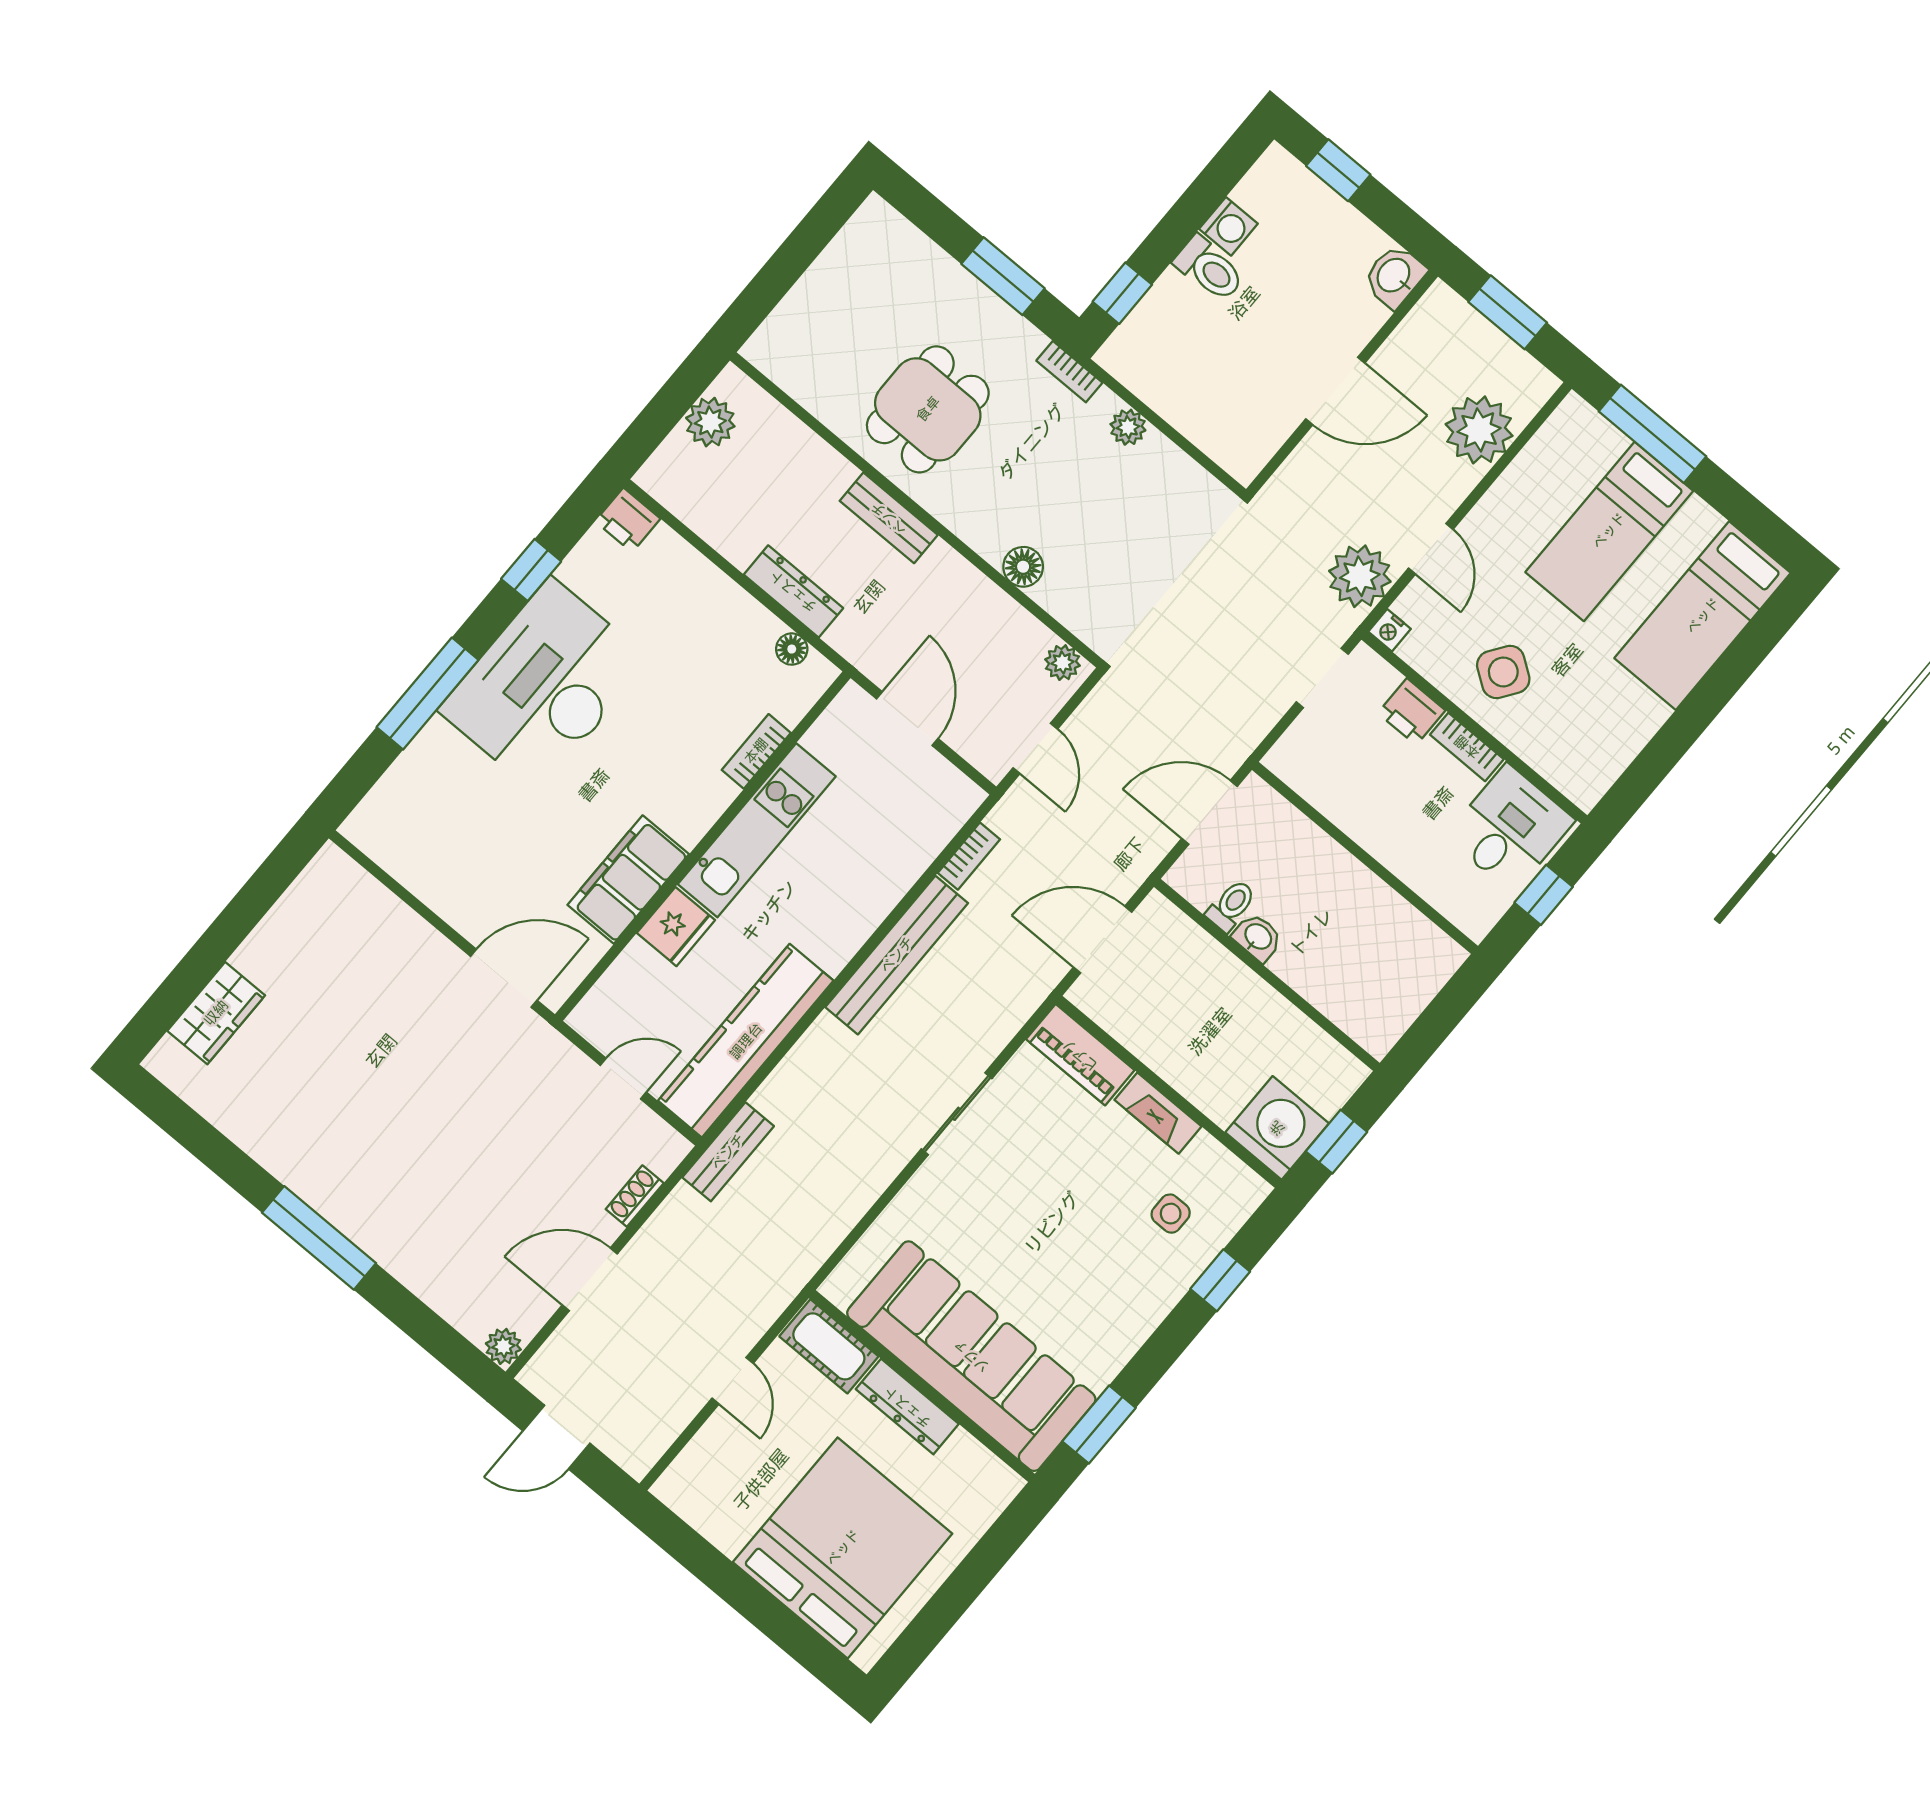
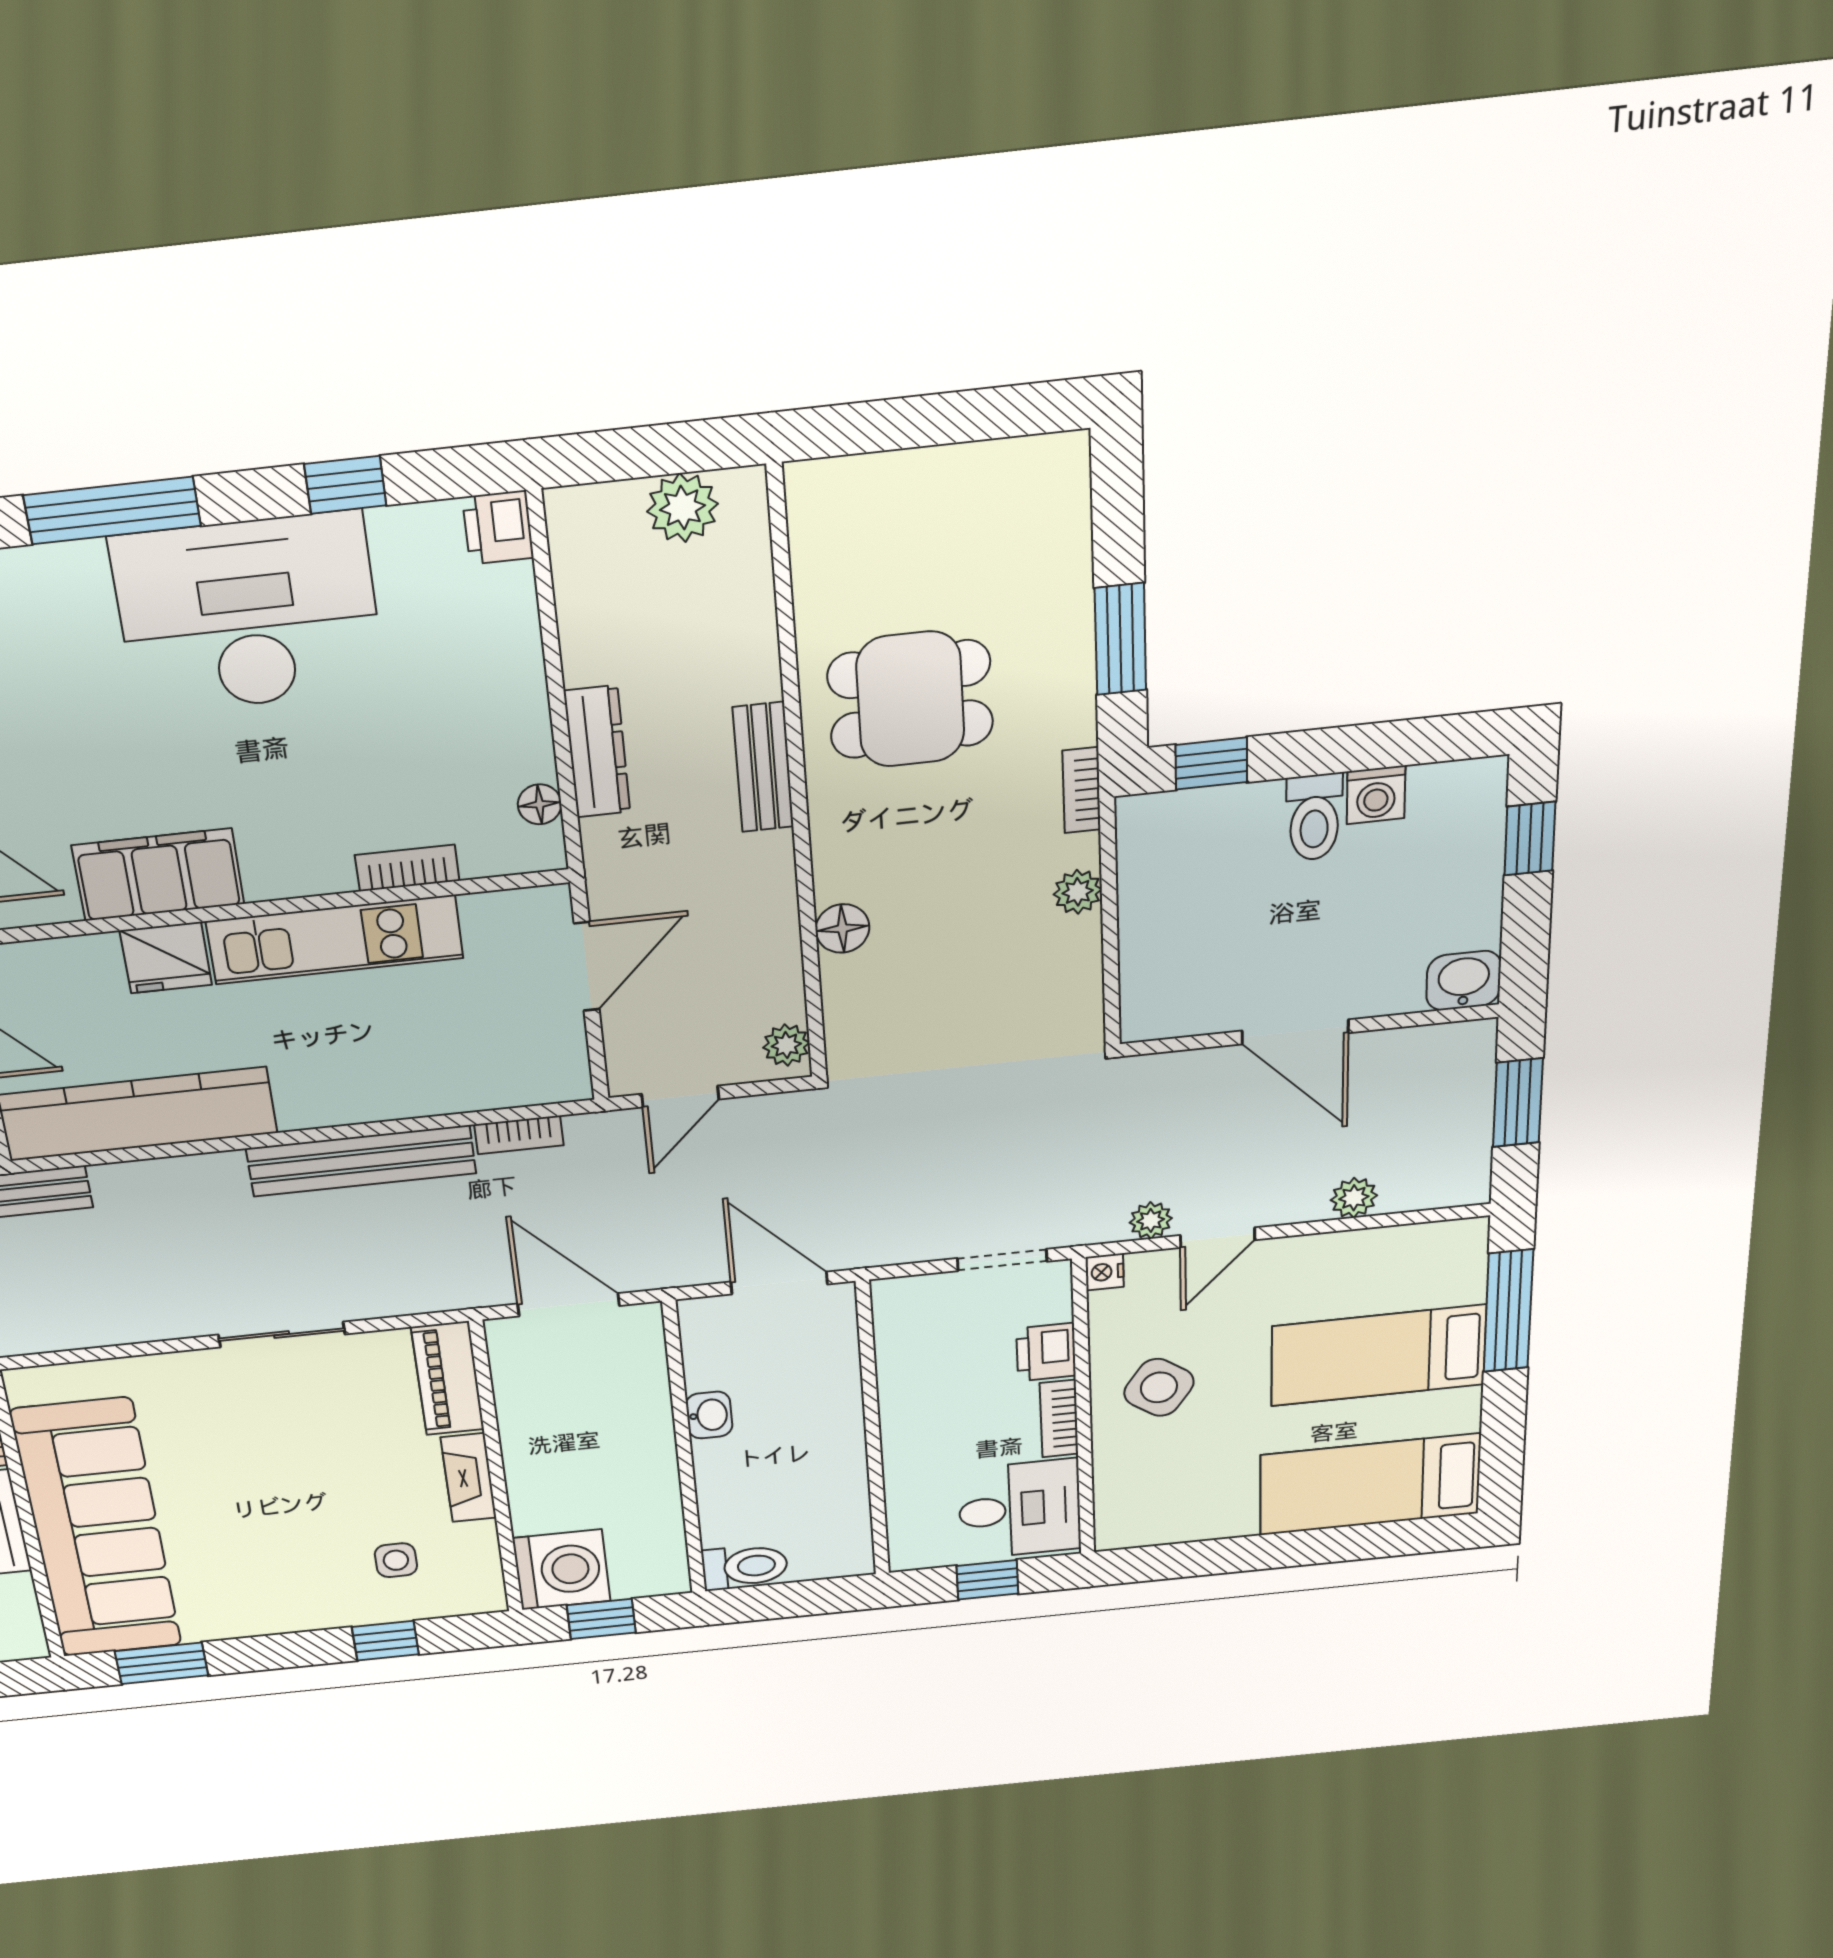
plant: (1479, 430) -> (1354, 1198), width x0.53, depth x0.53
plant: (1360, 576) -> (1151, 1220), width x0.53, depth x0.53
toilet: (1231, 905) -> (745, 1567), moved, width x1.37, depth x1.39

